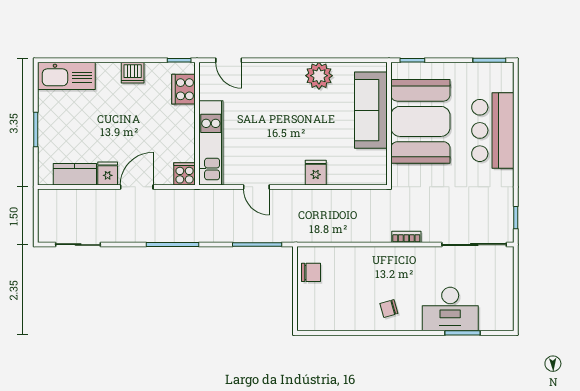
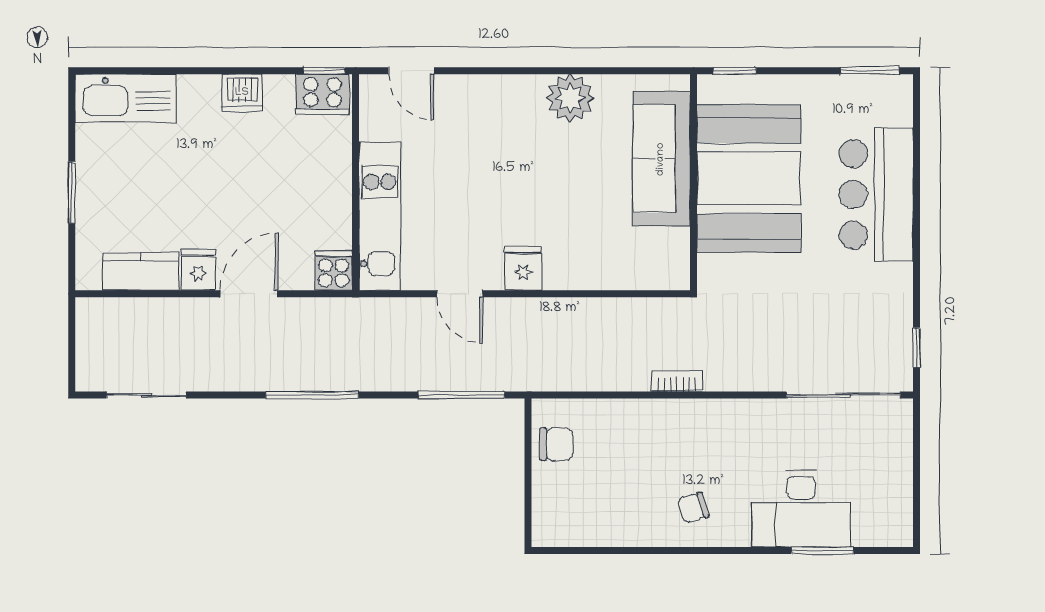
cooker: (184, 89) -> (322, 94), moved, turned -90
fridge: (316, 173) -> (523, 268), moved
bookcase: (406, 237) -> (677, 382), moved

